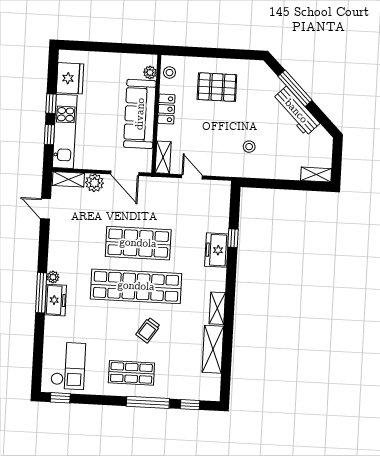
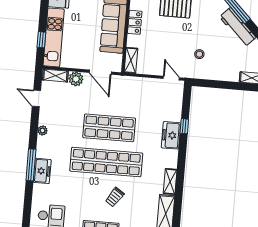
window: (51, 104) -> (43, 15), removed
door: (192, 177) -> (171, 78), moved
plant: (53, 277) -> (43, 130), moved

